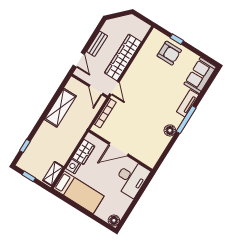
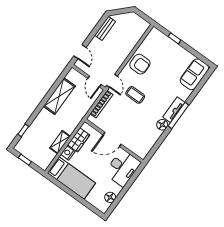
bench: (97, 44) -> (105, 28), moved
armchair: (169, 53) -> (140, 64), moved
wardrobe: (123, 57) -> (122, 52), removed
coffee table: (139, 101) -> (135, 95), added
tv unit: (188, 103) -> (174, 110), moved
shelving: (53, 174) -> (60, 142), moved
floor lamp: (114, 220) -> (110, 197), moved

